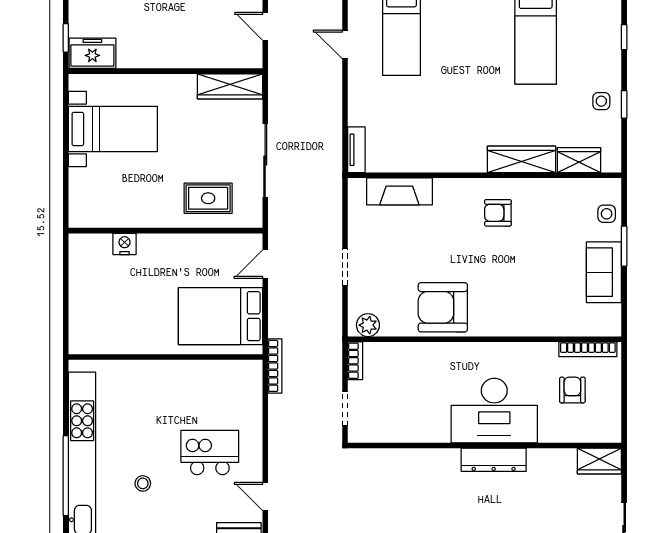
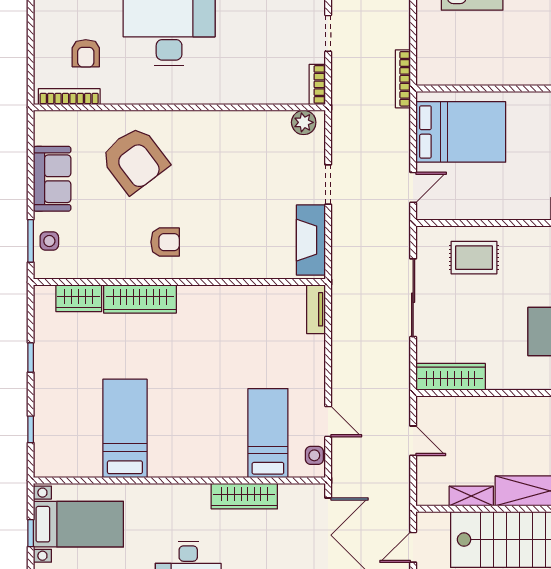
side table: (601, 101) -> (314, 455), moved
fireplace: (399, 191) -> (311, 240), moved, turned -90
window: (624, 246) -> (31, 241), moved
armchair: (443, 307) -> (134, 160), moved, turned 53

